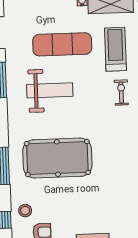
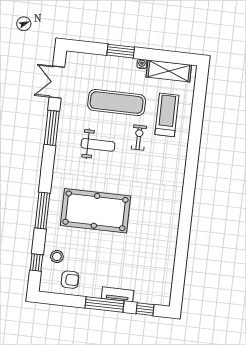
weight bench: (50, 90) -> (98, 145), width x0.73, depth x0.75
exercise bike: (121, 93) -> (139, 138), moved

